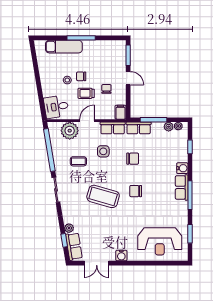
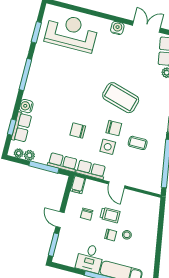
desk: (56, 107) -> (90, 258), moved, turned 99
door: (87, 121) -> (117, 185), hinge flipped
plant: (70, 131) -> (139, 179), removed
row of seats: (182, 187) -> (21, 127), moved
chair: (136, 191) -> (114, 128), moved

